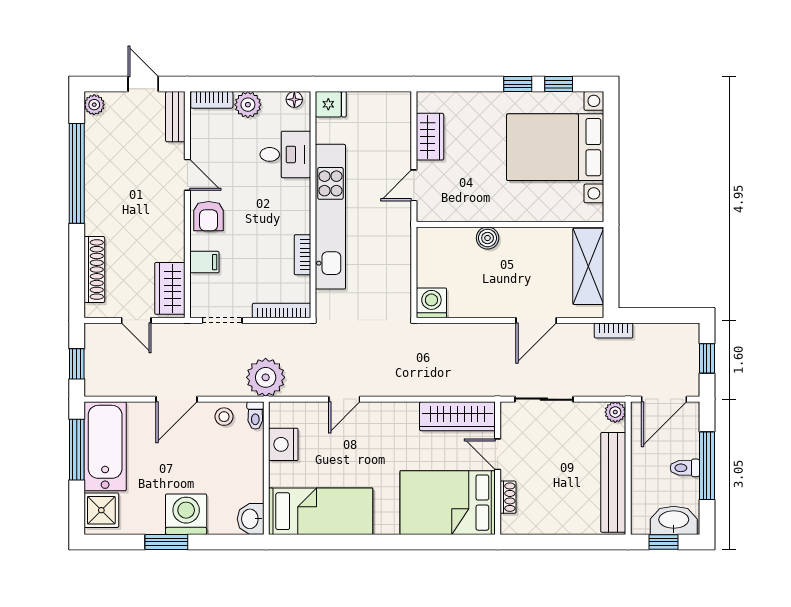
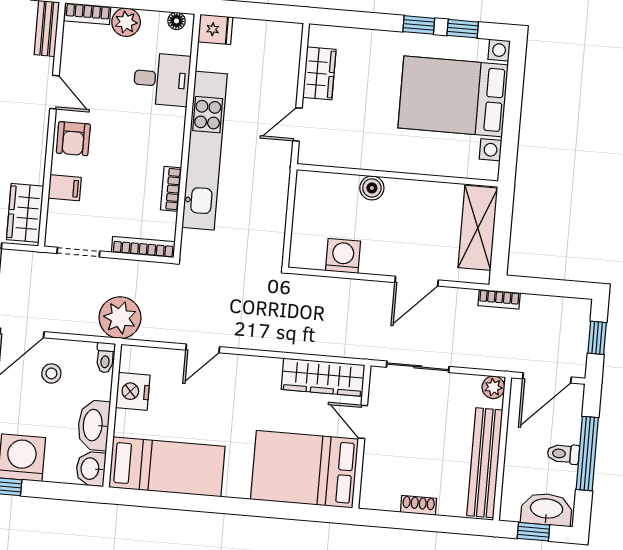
washing machine: (431, 303) -> (343, 256), moved
stool: (224, 417) -> (51, 373), moved
washbasin: (250, 479) -> (94, 425), added
shoe rack: (508, 497) -> (418, 505), moved, turned -90

